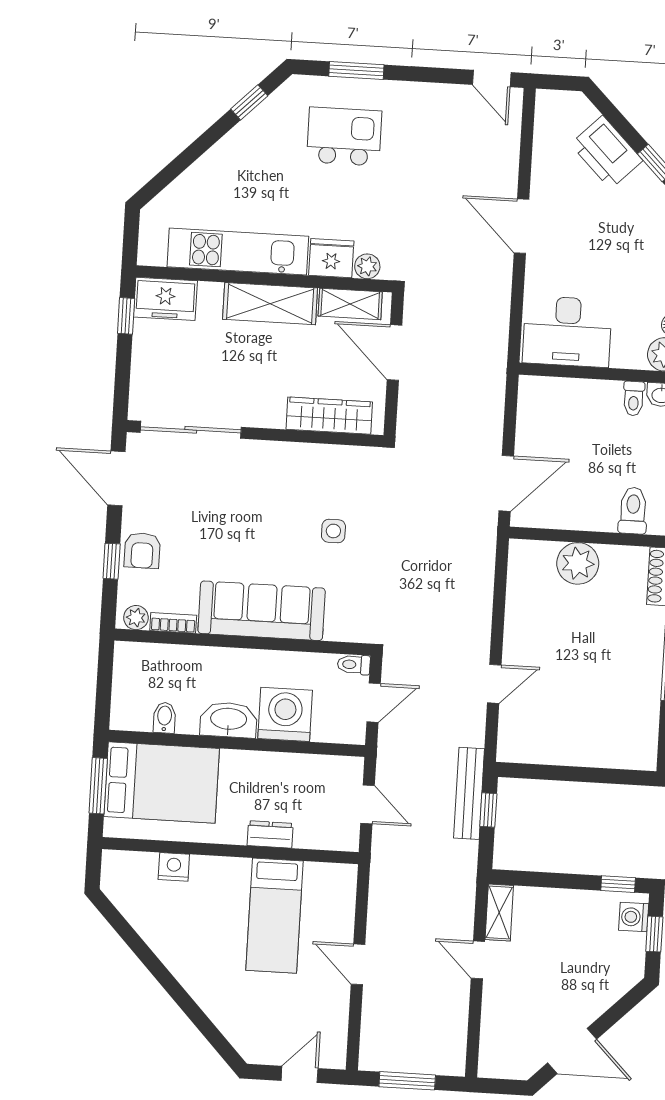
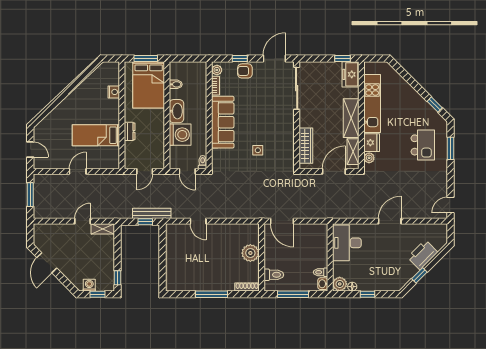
washing machine: (634, 917) -> (89, 285), moved

